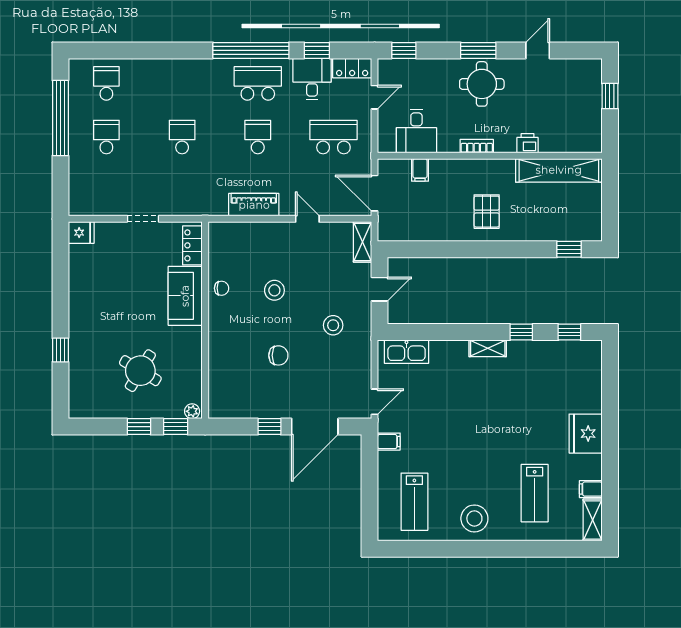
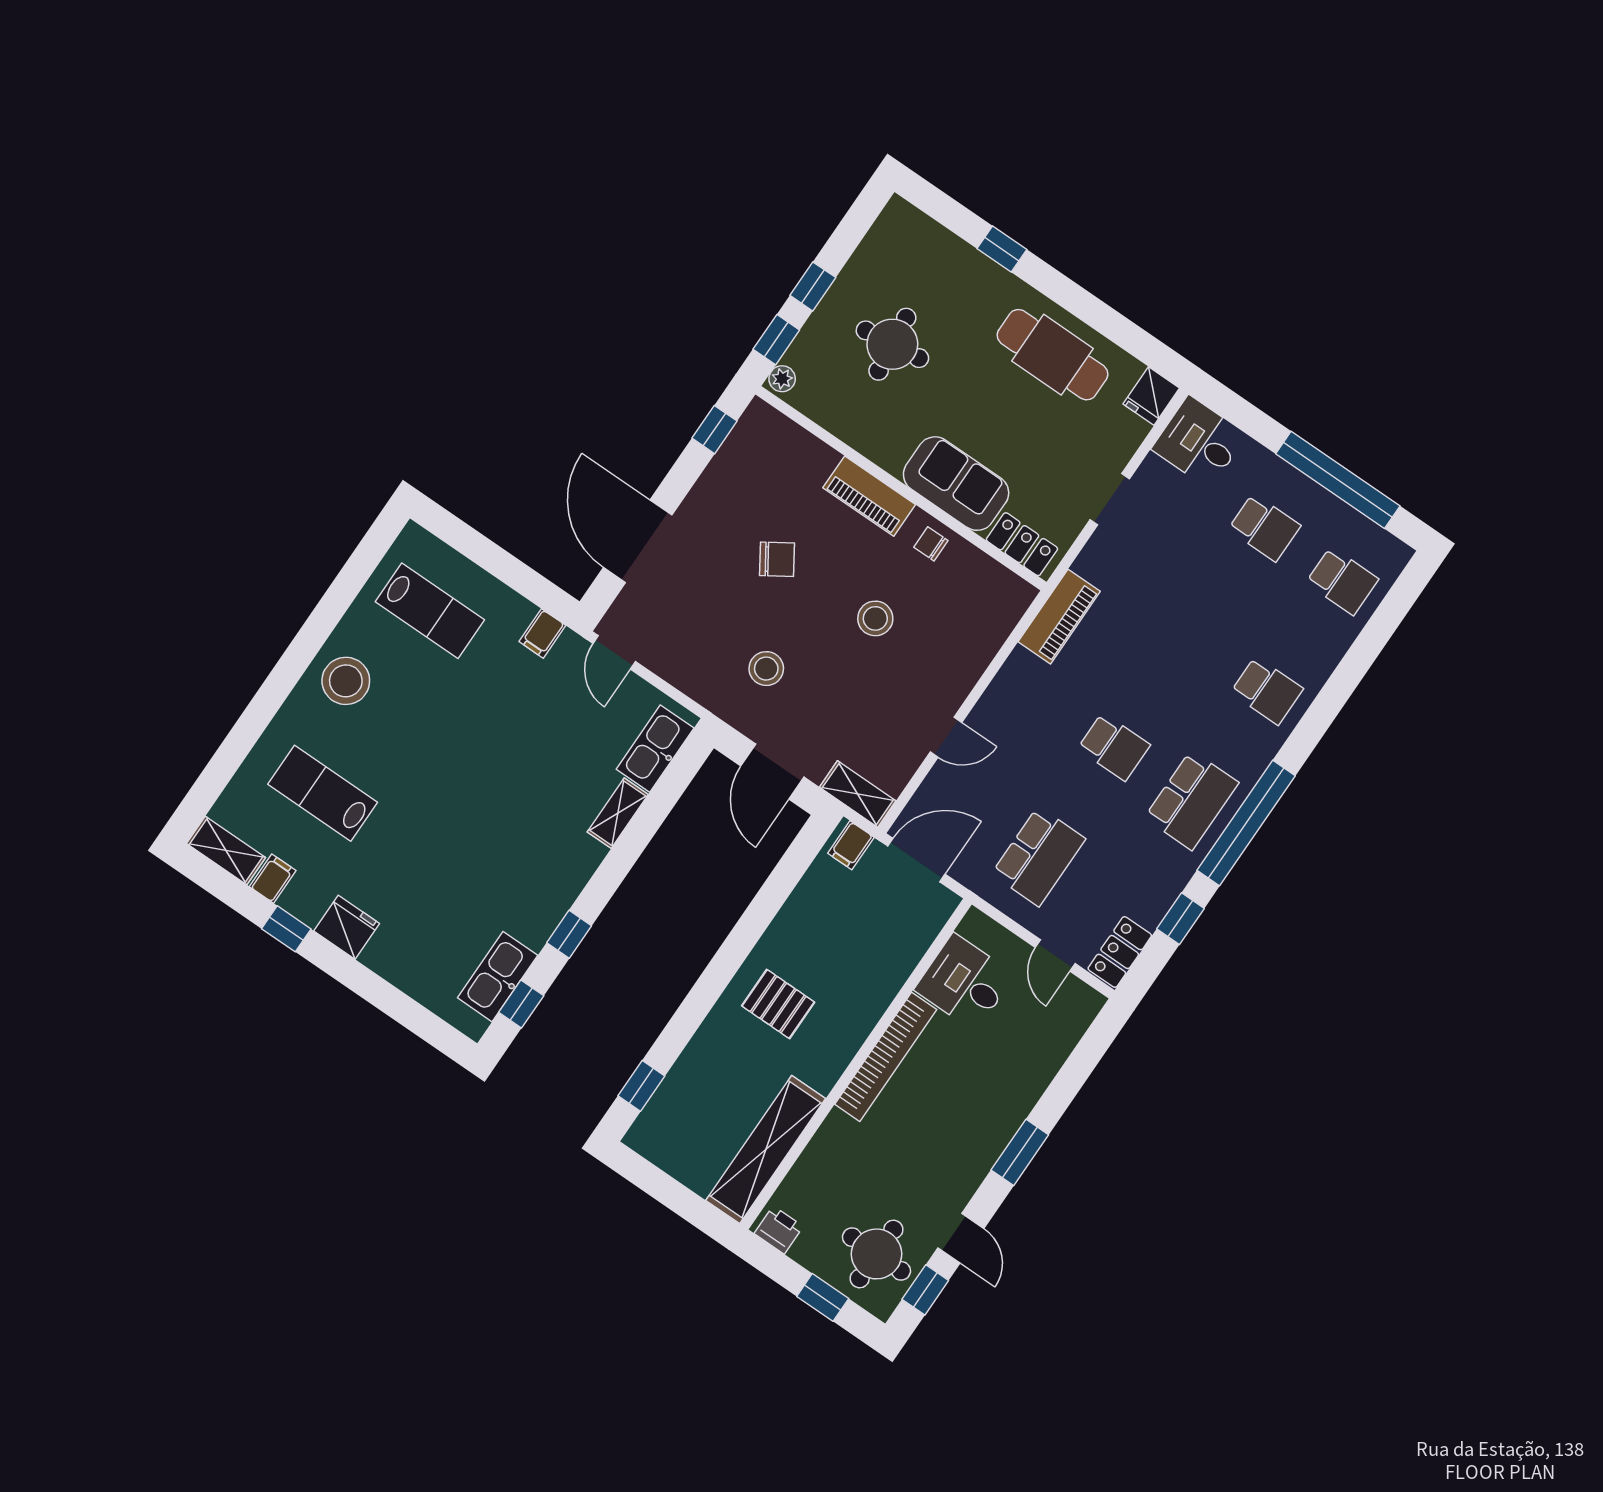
window: (404, 50) -> (925, 1290), moved
desk: (312, 79) -> (1199, 442), moved, turned 180
round table: (482, 84) -> (877, 1254), moved
school desk: (182, 137) -> (1267, 691), moved
printer: (528, 143) -> (779, 1230), moved, turned -90
bookcase: (477, 146) -> (886, 1057), width x2.31, depth x1.31
filing cabinet: (420, 170) -> (851, 845), moved, turned -90
piano: (254, 205) -> (1059, 617), moved
chair: (222, 288) -> (931, 544), turned 90
door: (379, 289) -> (772, 772), width x1.37
cafe table: (94, 292) -> (1053, 355), added
piano: (219, 333) -> (869, 496), added
shelving: (488, 348) -> (618, 813), moved
kitchen sink: (564, 352) -> (498, 977), added
chair: (278, 355) -> (777, 559), turned -123
round table: (140, 371) -> (892, 344), turned -38
window: (269, 427) -> (715, 430), moved
fridge: (586, 434) -> (347, 927), width x0.73, depth x0.75
window: (610, 466) -> (286, 929), added
lab bench: (414, 502) -> (430, 611), turned 180

